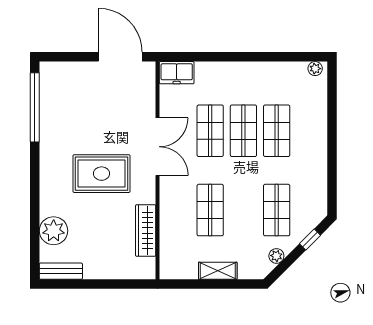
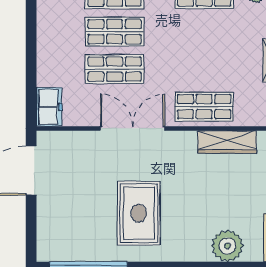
rug: (102, 174) -> (139, 213), moved
shop shelf: (210, 210) -> (204, 107), moved

